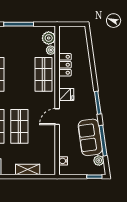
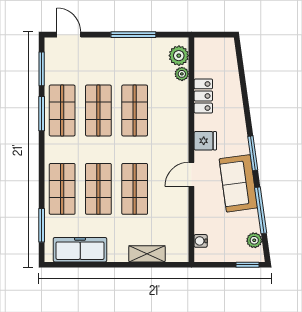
shop shelf: (43, 74) -> (135, 111), moved
sofa: (90, 137) -> (238, 183), moved

